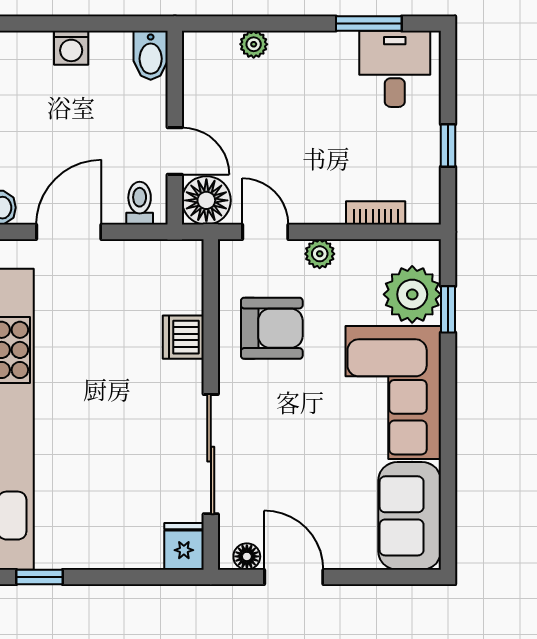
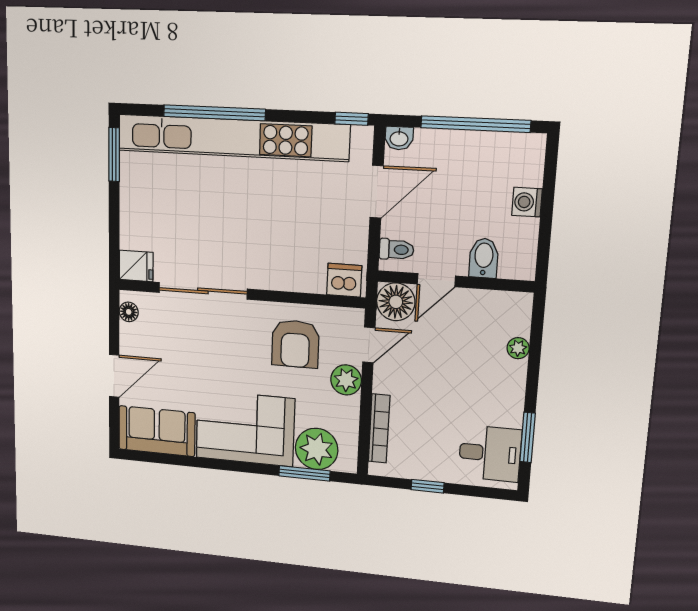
bidet: (151, 55) -> (484, 258), moved, turned 90
bookcase: (376, 213) -> (379, 428), width x1.56
door: (69, 232) -> (377, 192), hinge flipped
plant: (320, 254) -> (346, 380), width x1.38, depth x1.38
window: (448, 309) -> (304, 473), width x1.50
dishwasher: (183, 337) -> (344, 280), moved
window: (40, 577) -> (114, 155), width x1.50
door: (294, 577) -> (114, 376), moved

